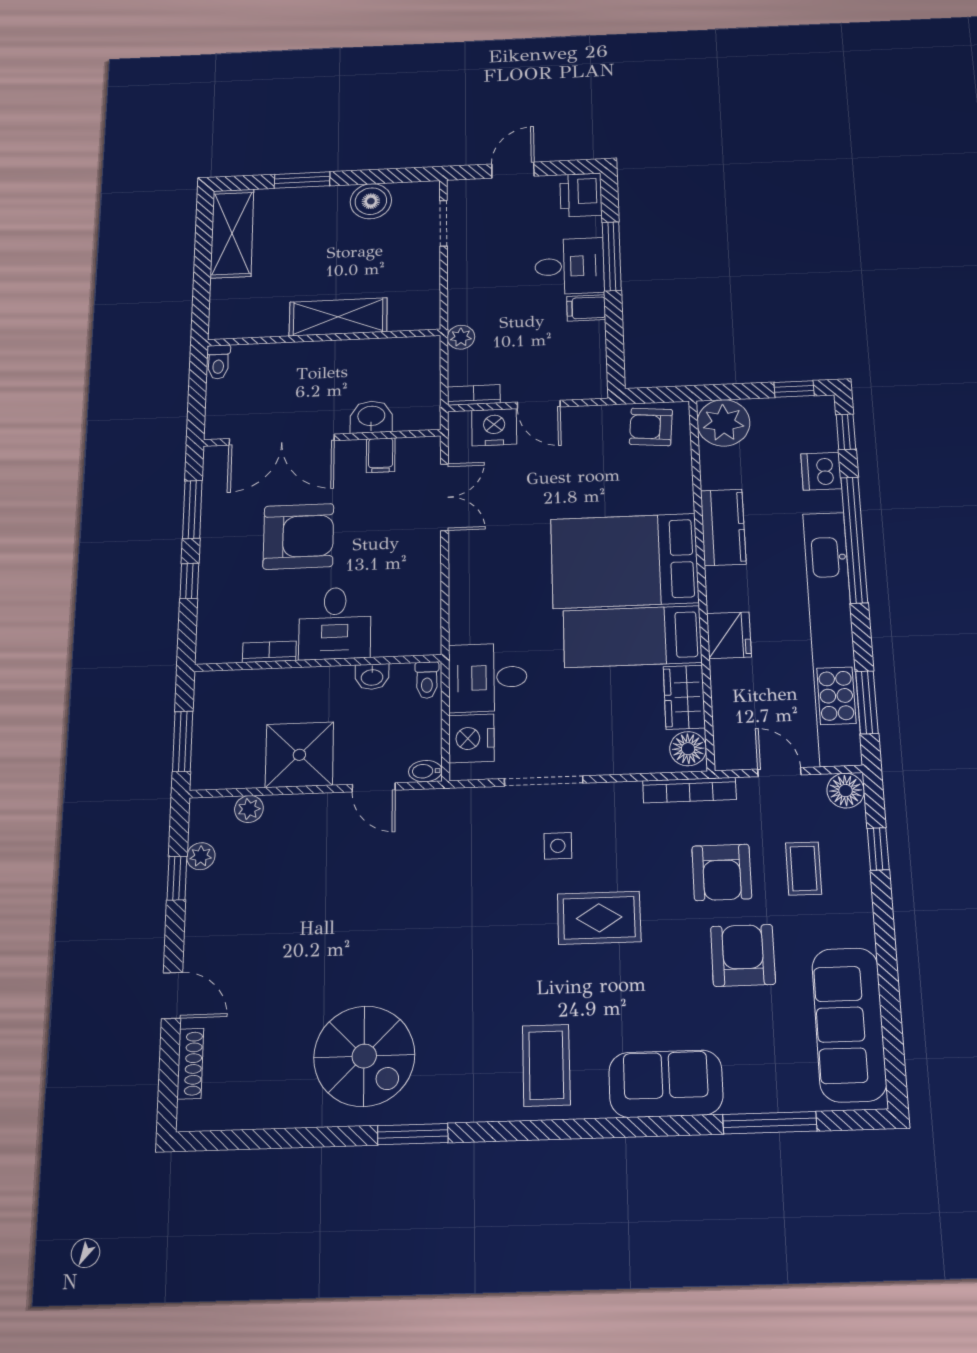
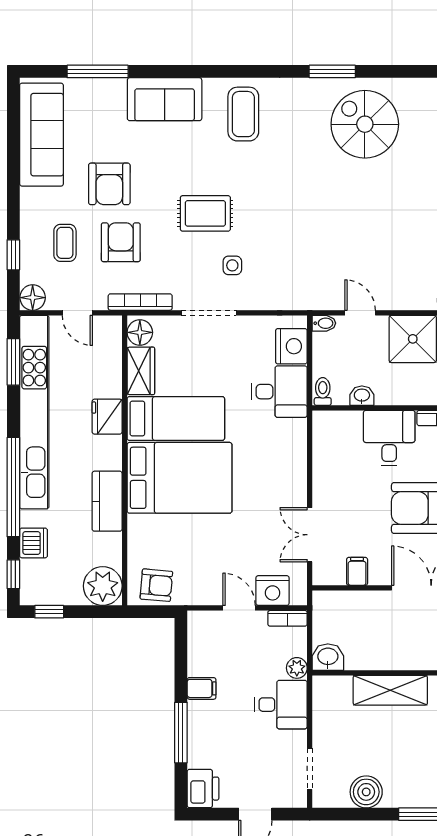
desk: (570, 266) -> (281, 705), moved, turned 180
washbasin: (371, 417) -> (328, 657), moved, turned 180
doorway: (544, 781) -> (209, 313), moved

